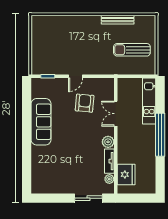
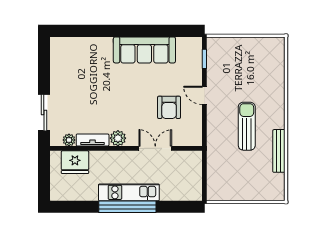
sun lounger: (132, 50) -> (247, 126), moved
kitchen unit: (149, 101) -> (129, 192), moved
armchair: (85, 103) -> (169, 107), turned 85

